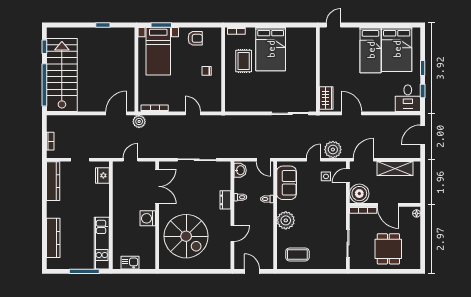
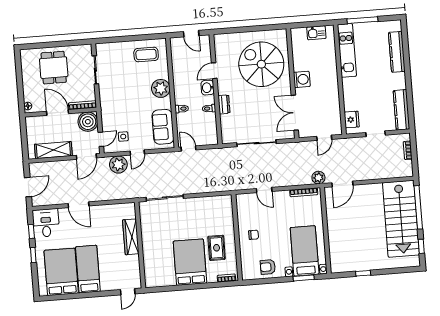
wardrobe: (326, 98) -> (131, 237), moved, width x1.50
door: (352, 113) -> (79, 205), moved
washbasin: (240, 170) -> (208, 88), moved

